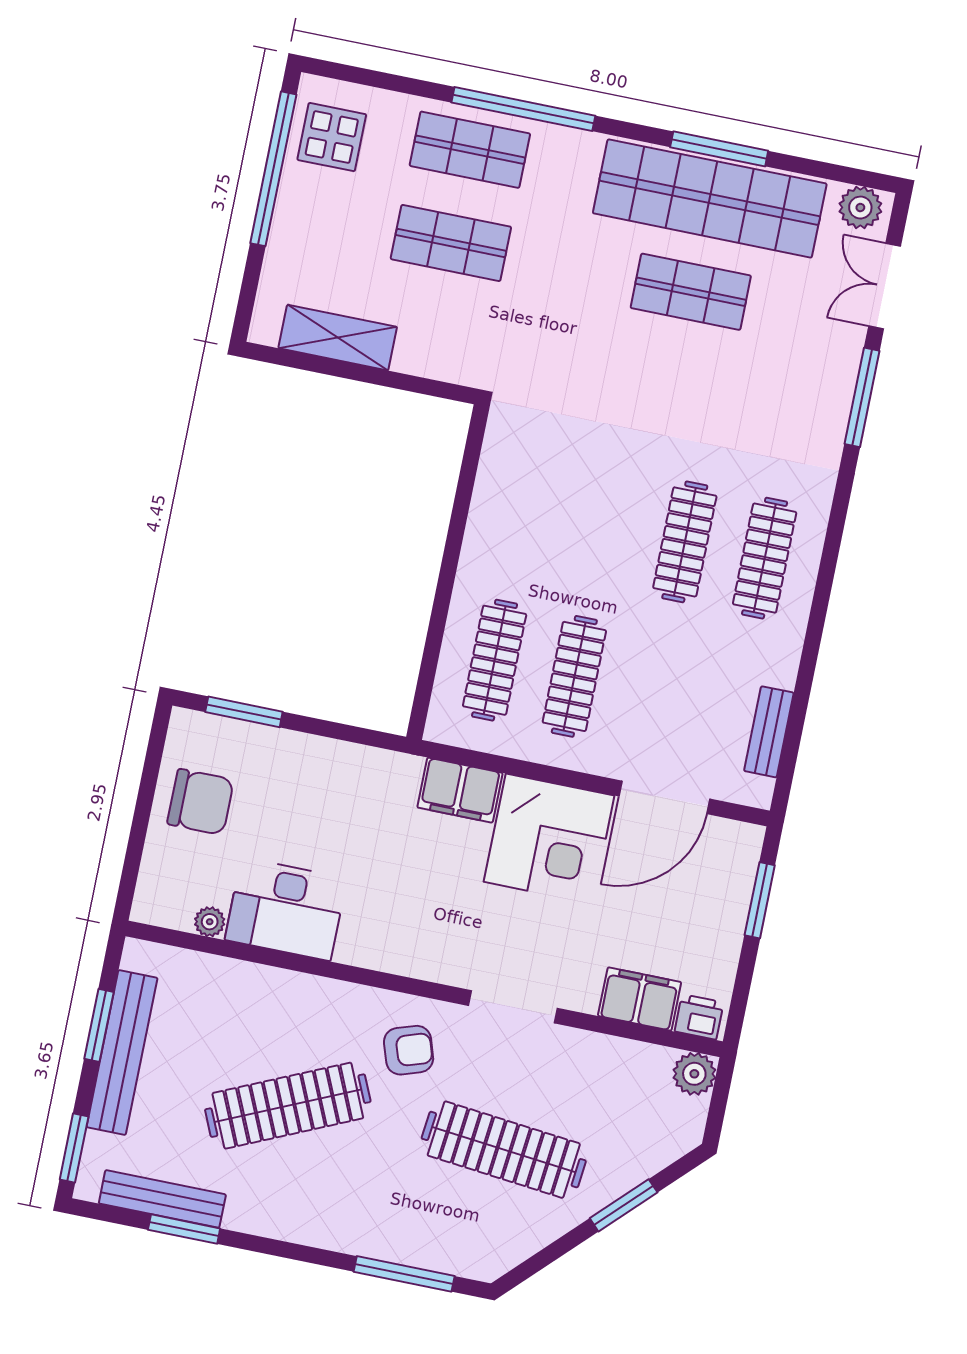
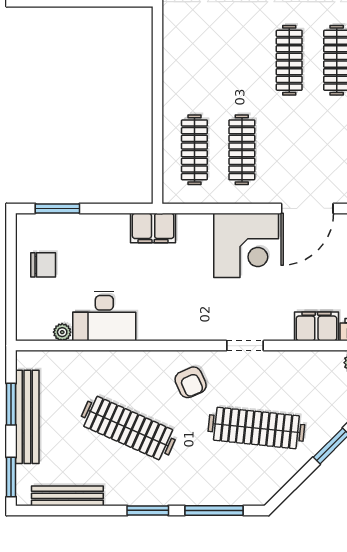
filing cabinet: (460, 790) -> (153, 228), moved
chair: (201, 802) -> (43, 265), width x0.73, depth x0.73
doorway: (513, 1007) -> (245, 346), width x0.73
armchair: (409, 1050) -> (191, 382), turned 84
clothes rail: (288, 1106) -> (128, 428), turned 48
window: (184, 1229) -> (148, 510), moved

